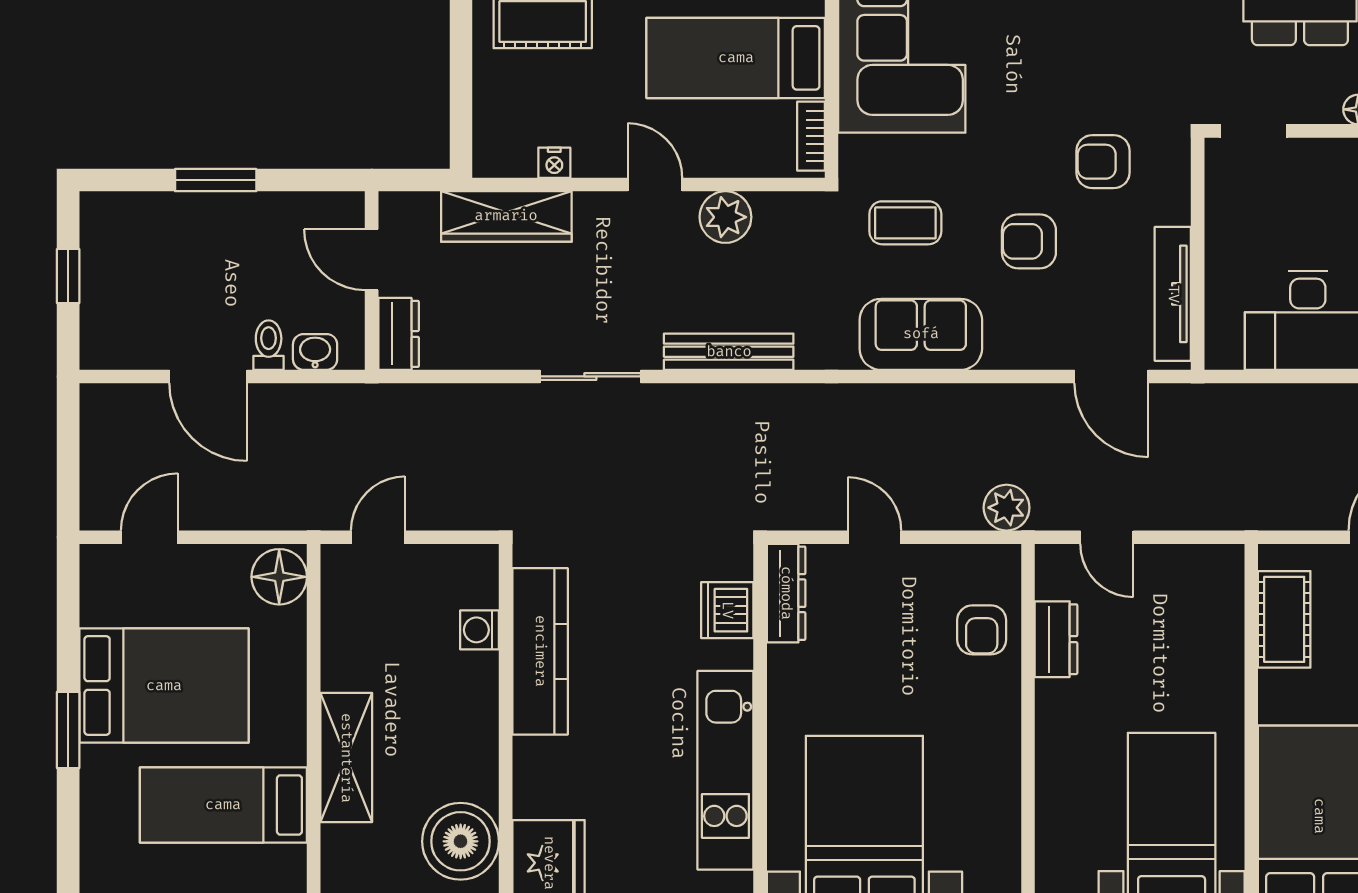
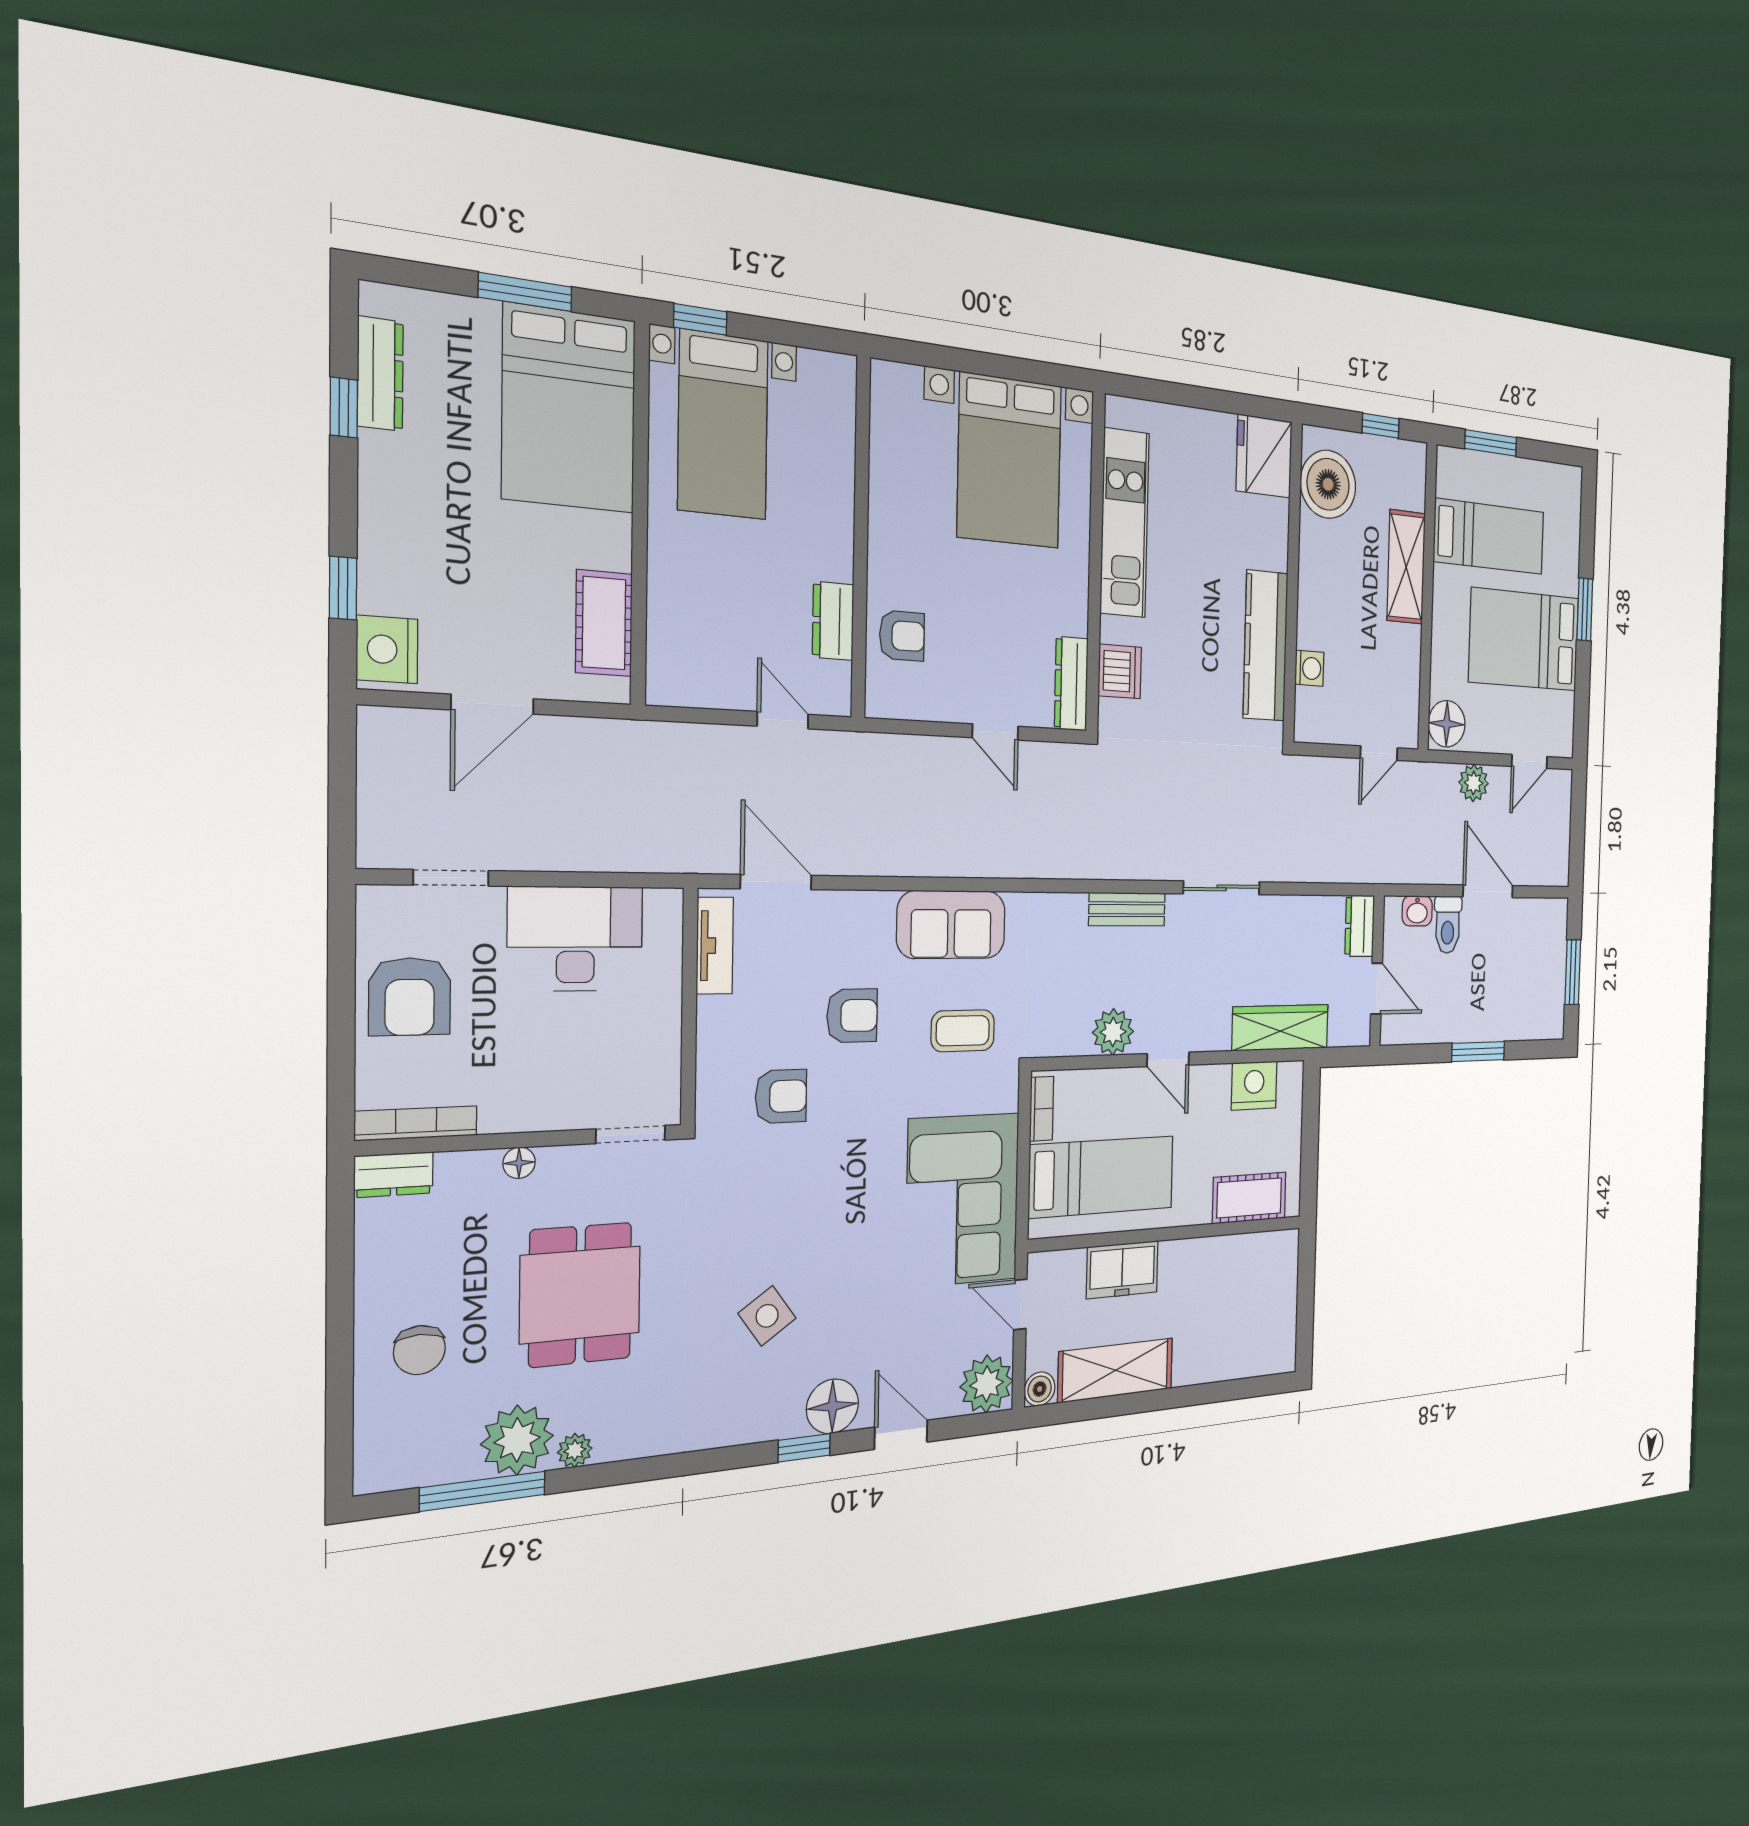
nightstand: (554, 163) -> (1254, 1086), width x1.89, depth x1.79
window: (68, 276) -> (1573, 972), width x1.50
tv unit: (1173, 294) -> (715, 946), width x0.71
toilet: (269, 345) -> (1448, 925), width x1.37, depth x1.39
bench: (729, 352) -> (1127, 909), width x0.73
plant: (1007, 508) -> (1474, 783), moved
armchair: (982, 630) -> (902, 636), turned 90

